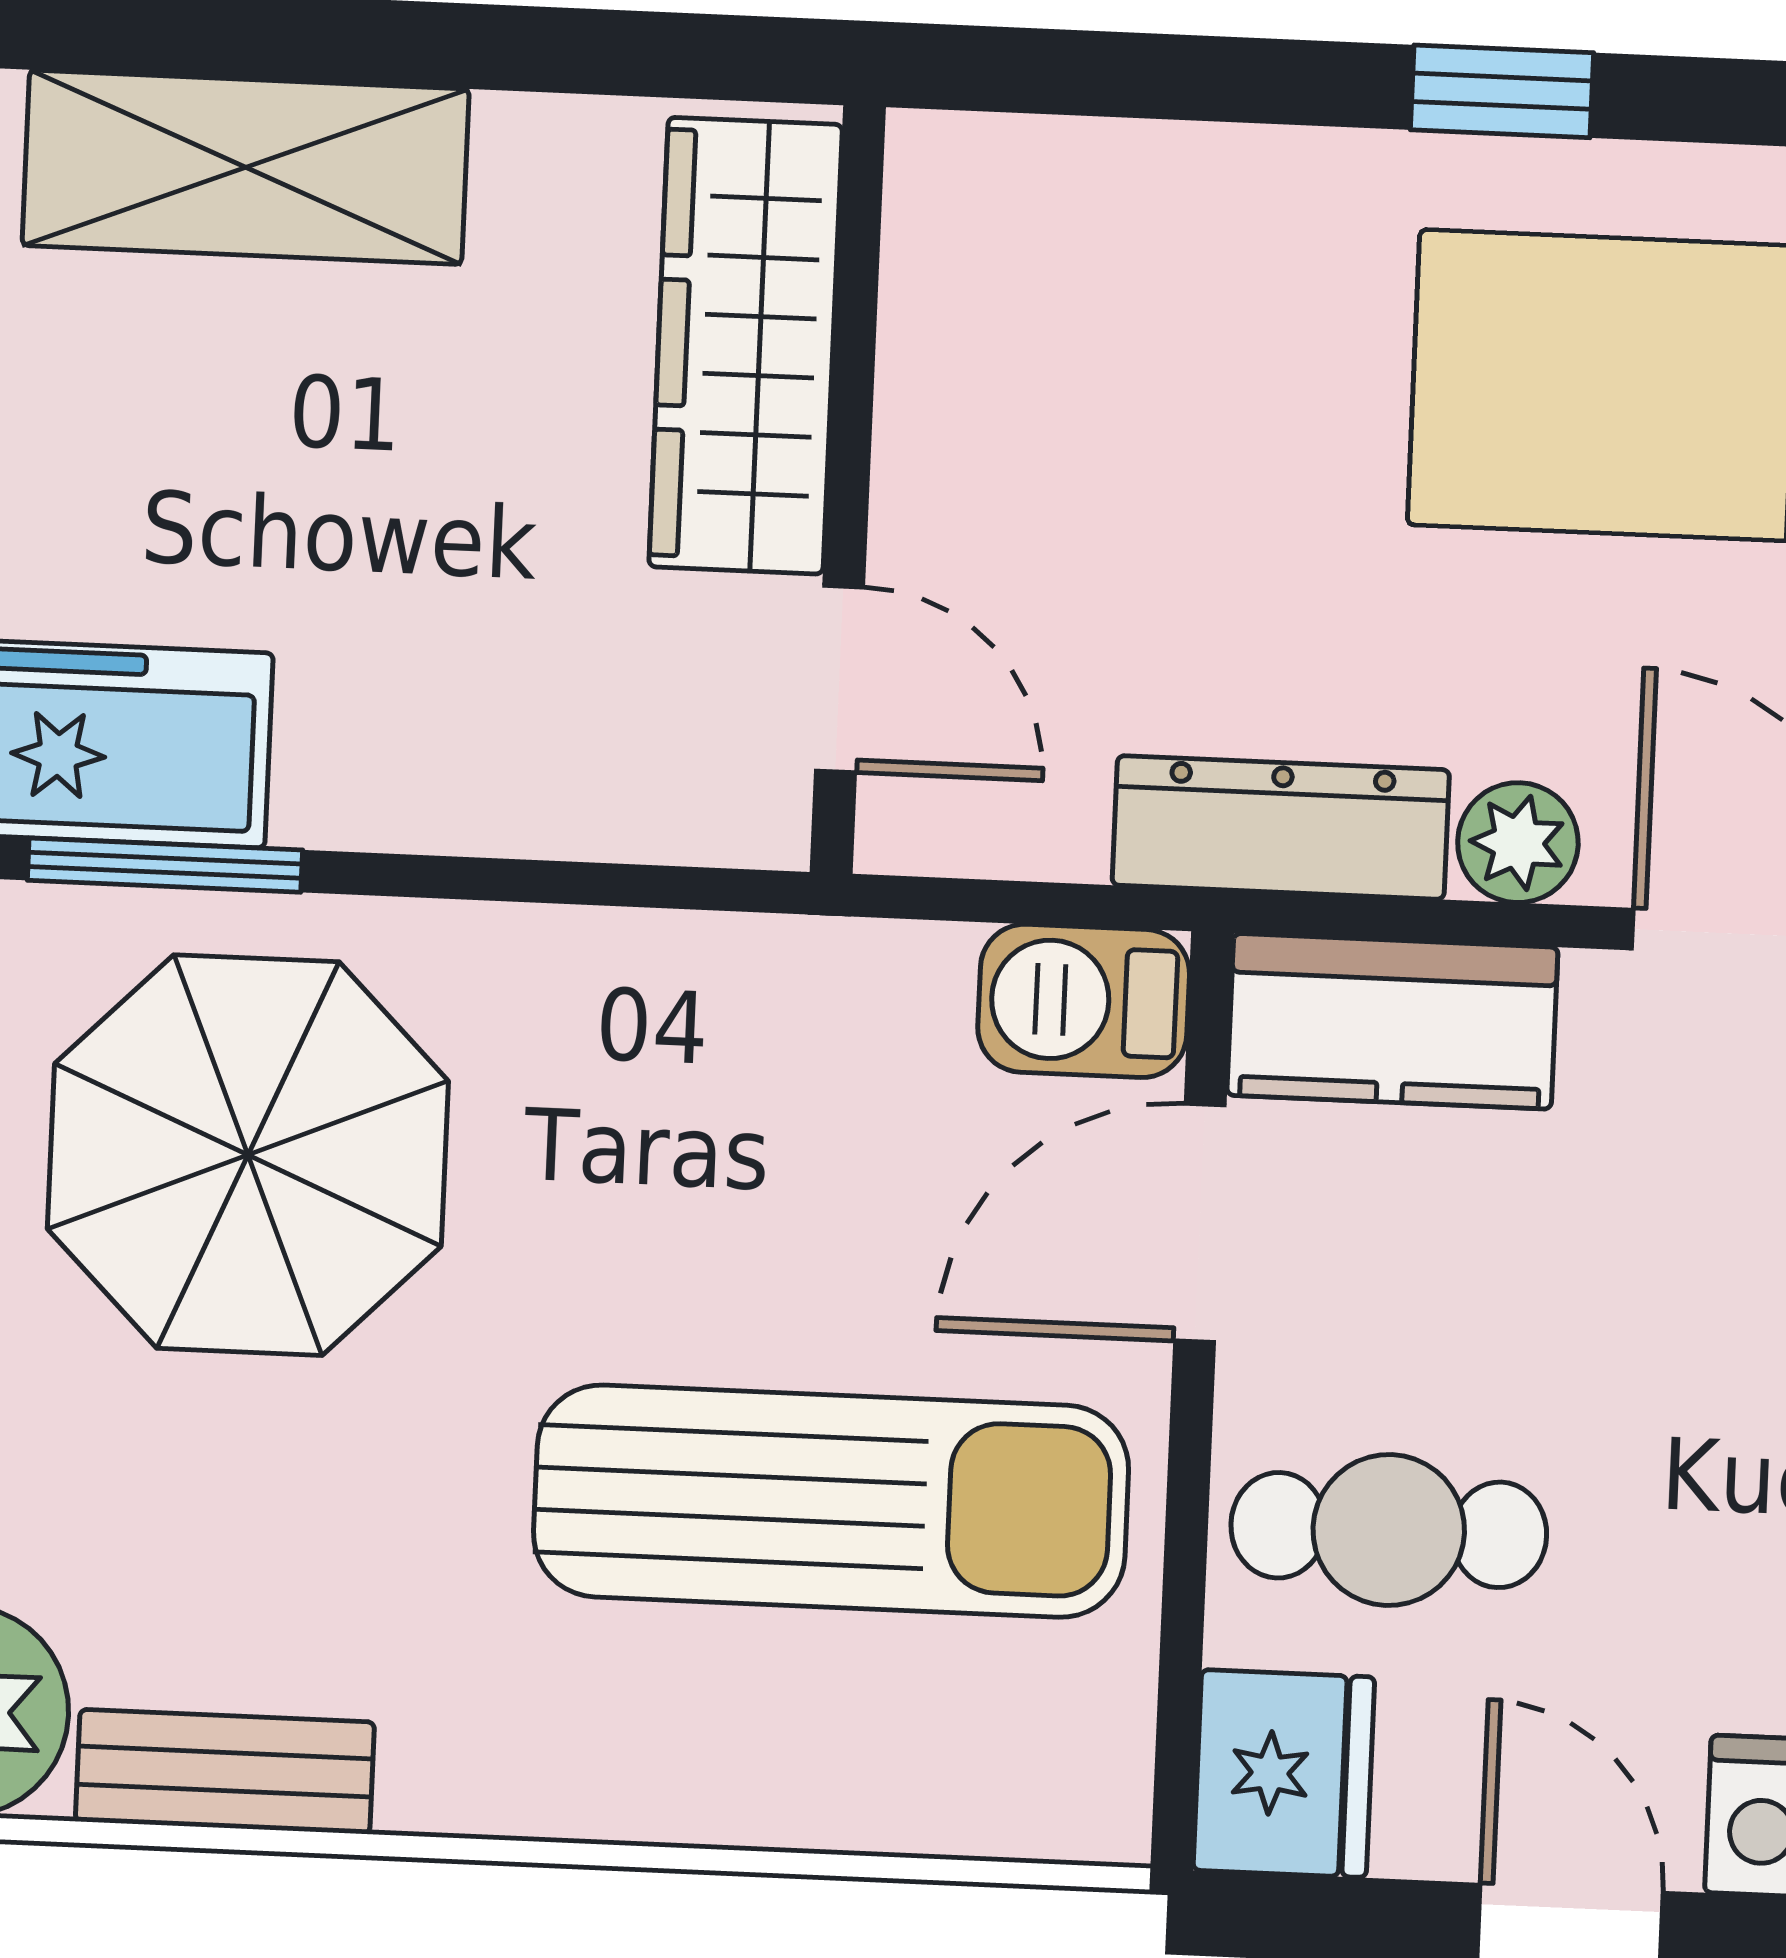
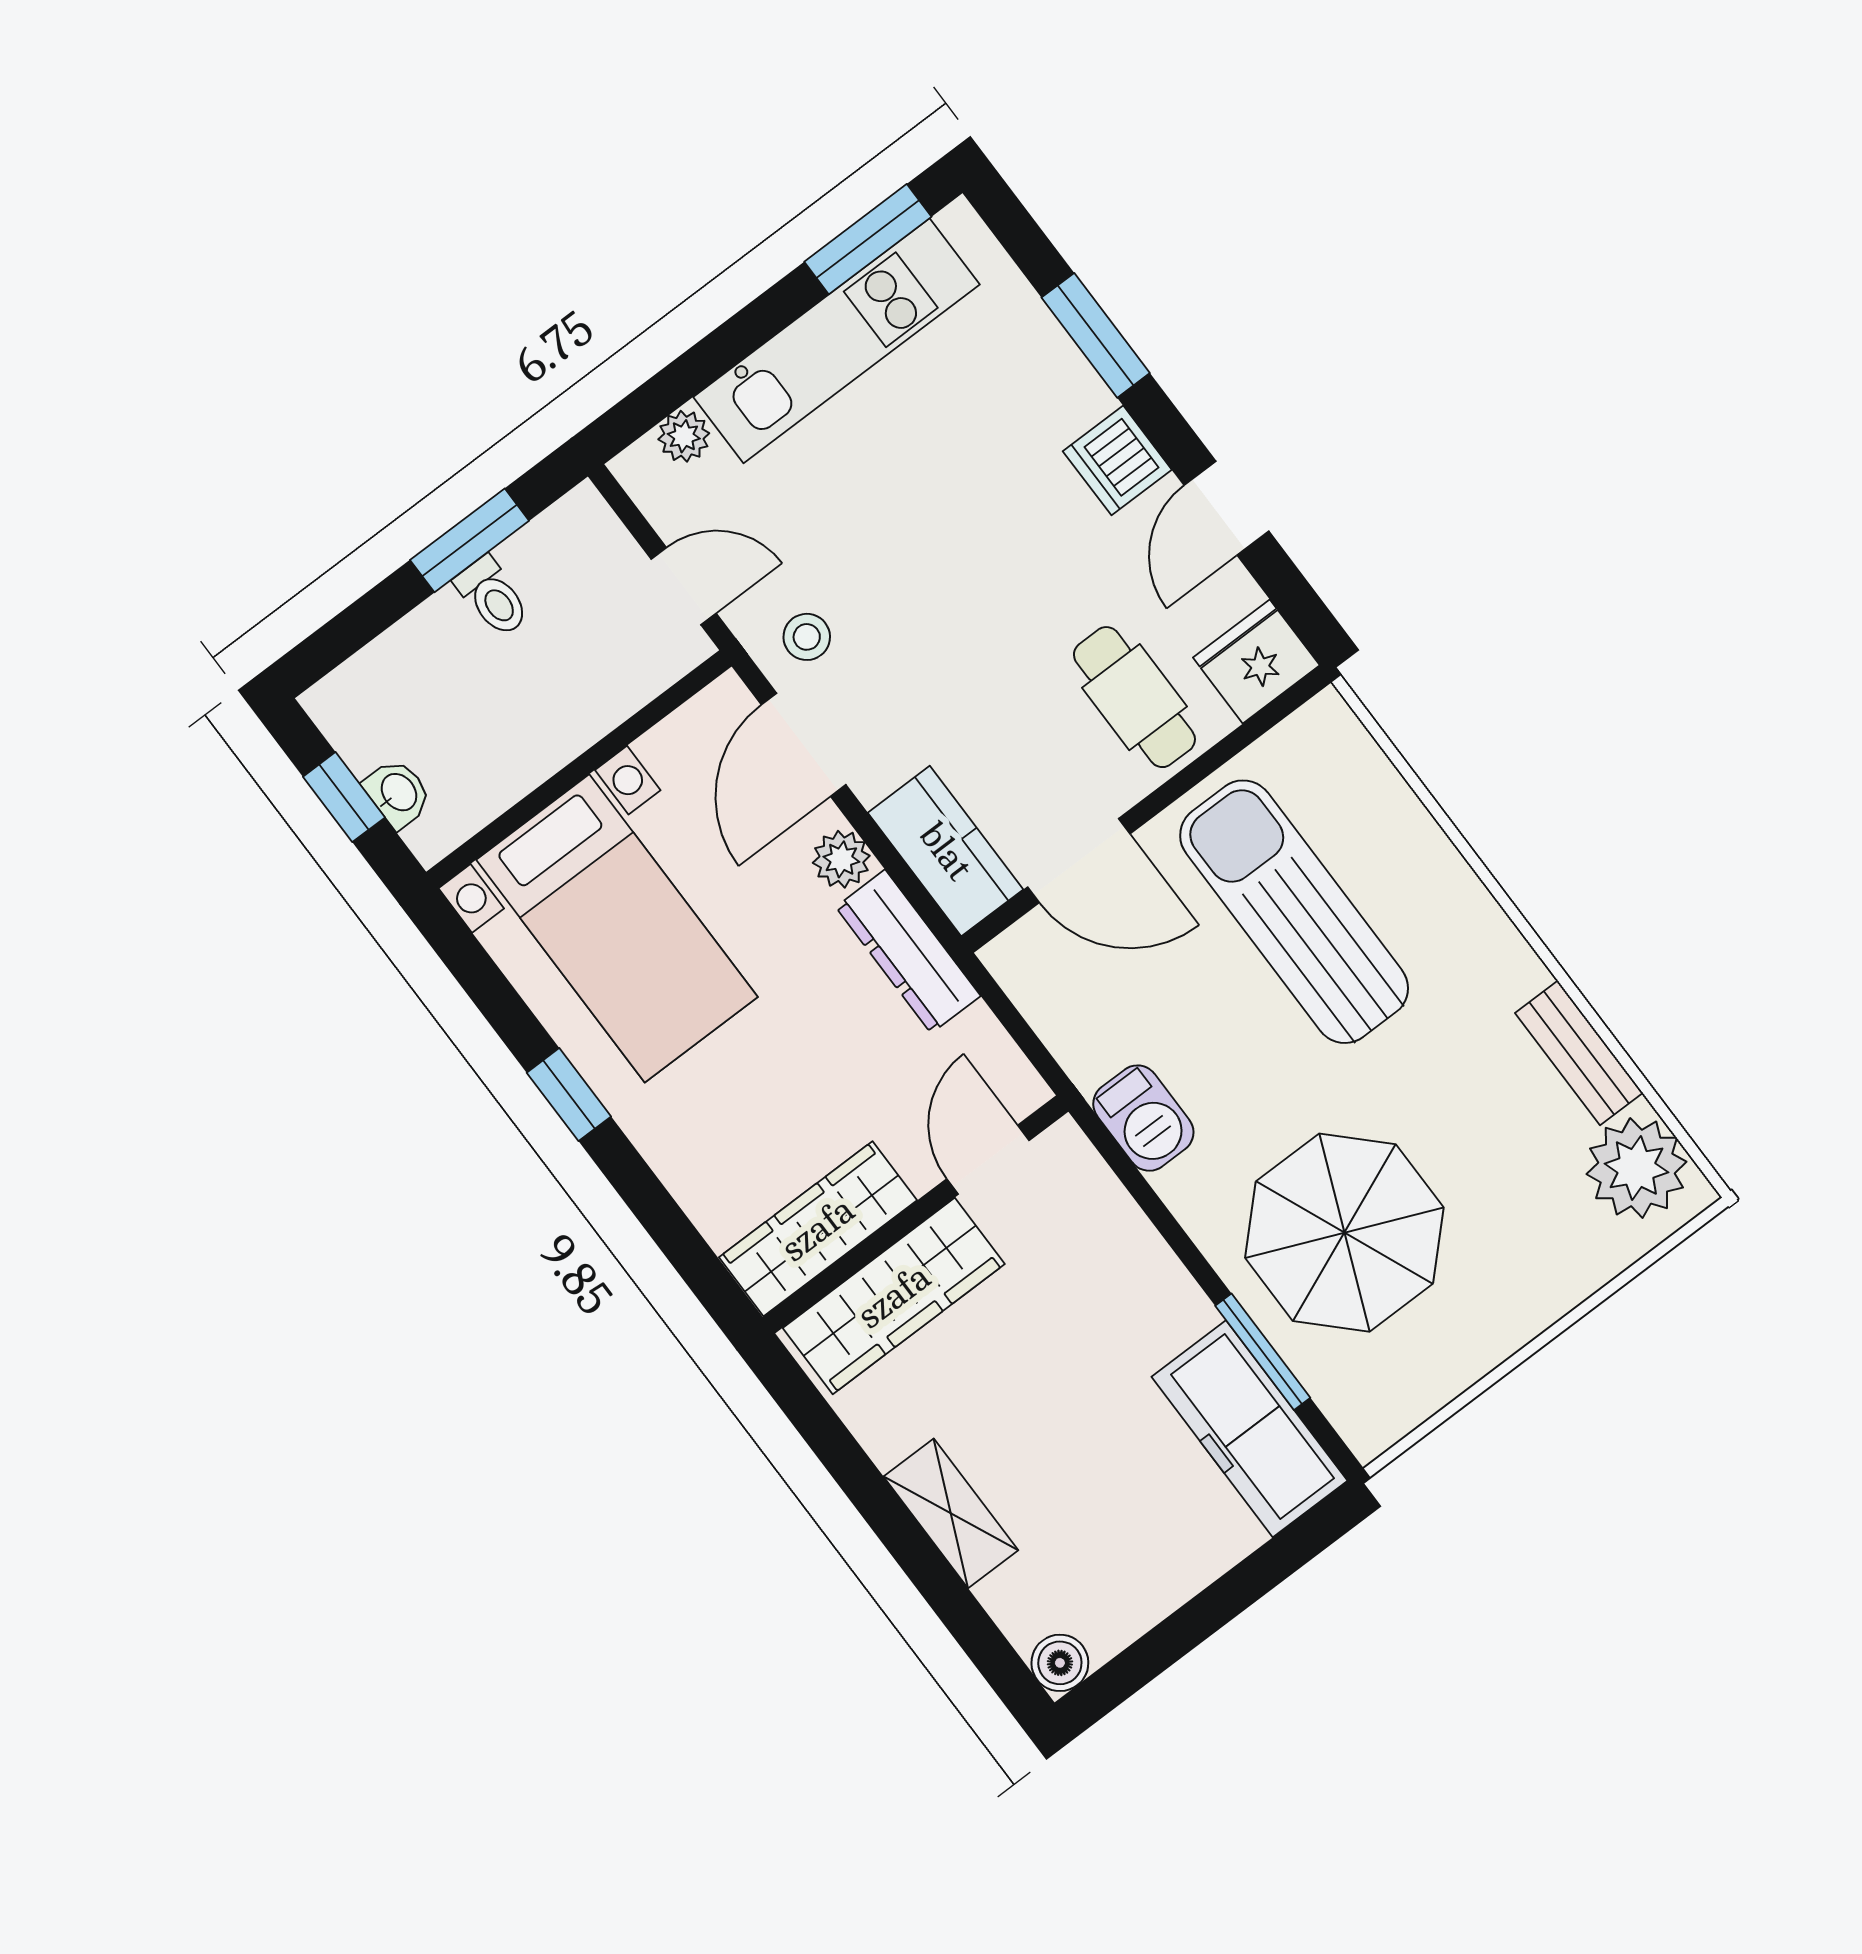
shelving: (246, 167) -> (951, 1513), width x0.67, depth x0.75
wardrobe: (955, 313) -> (818, 1229), added
barbecue: (1084, 1001) -> (1143, 1118), moved

